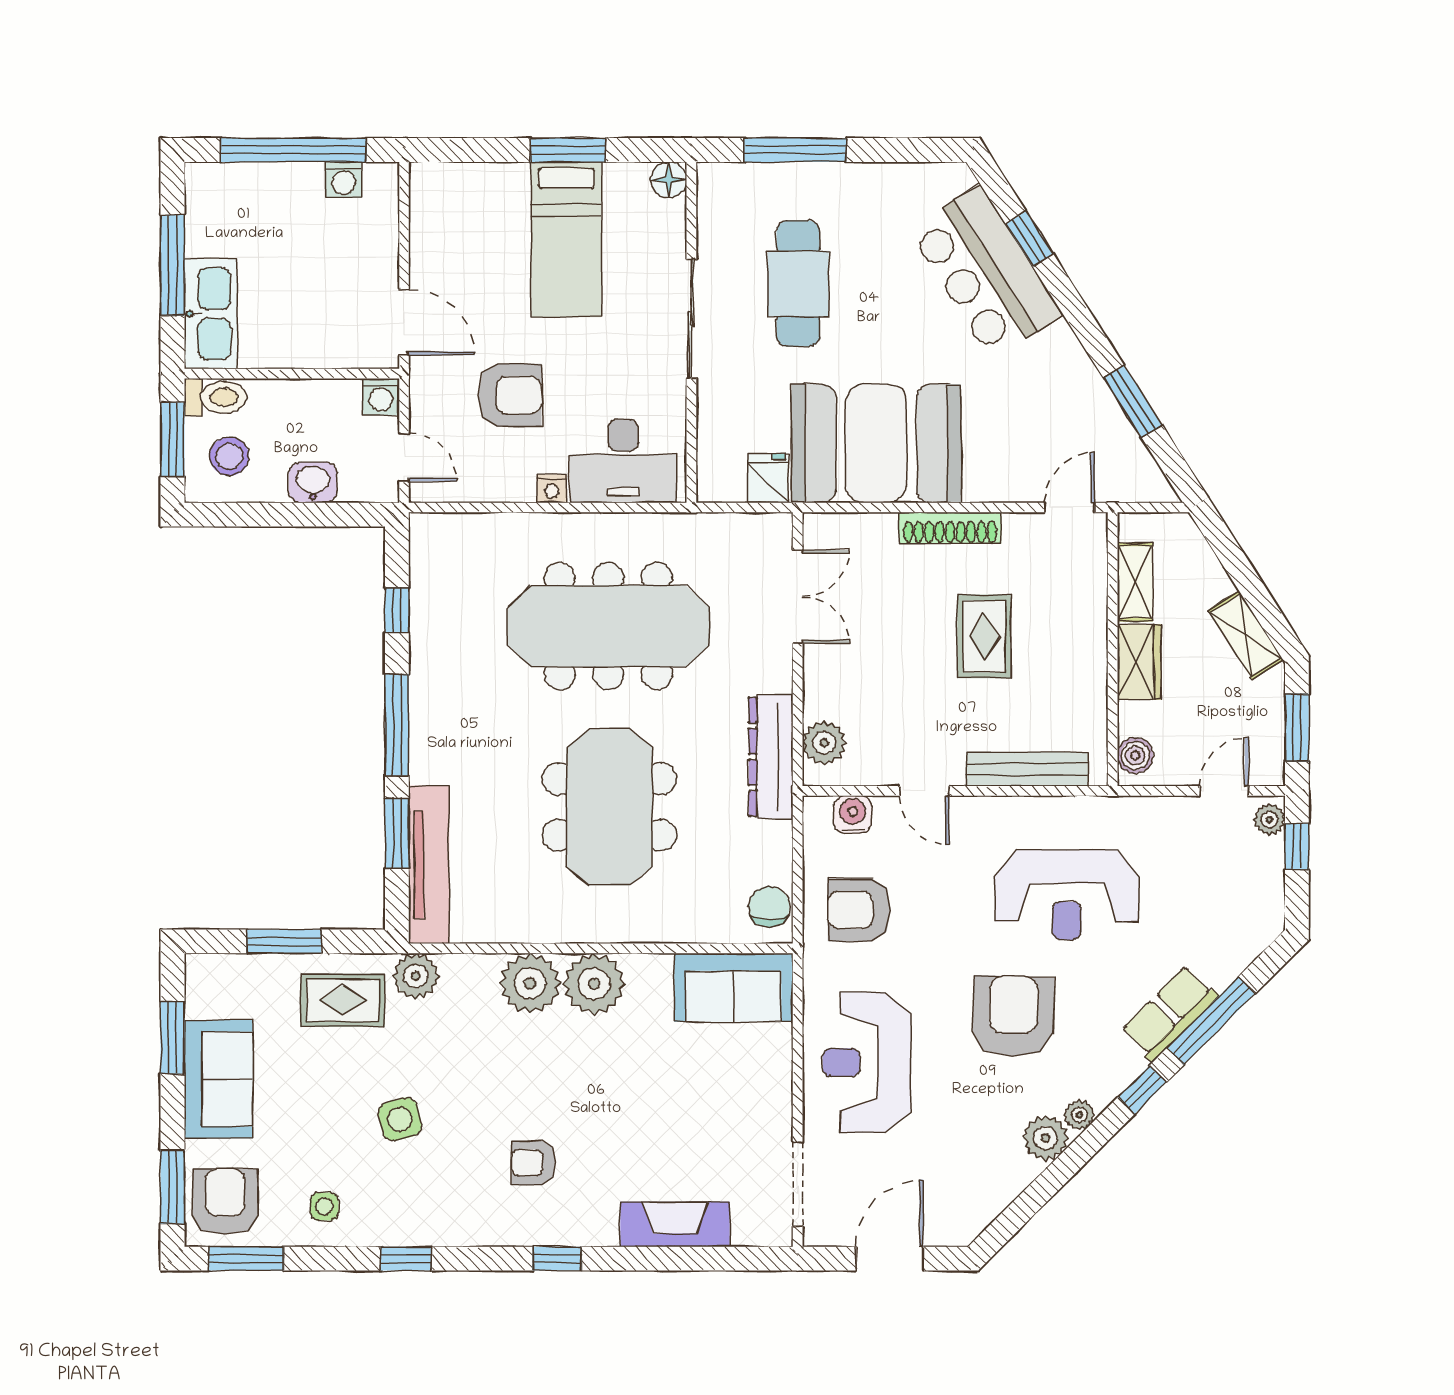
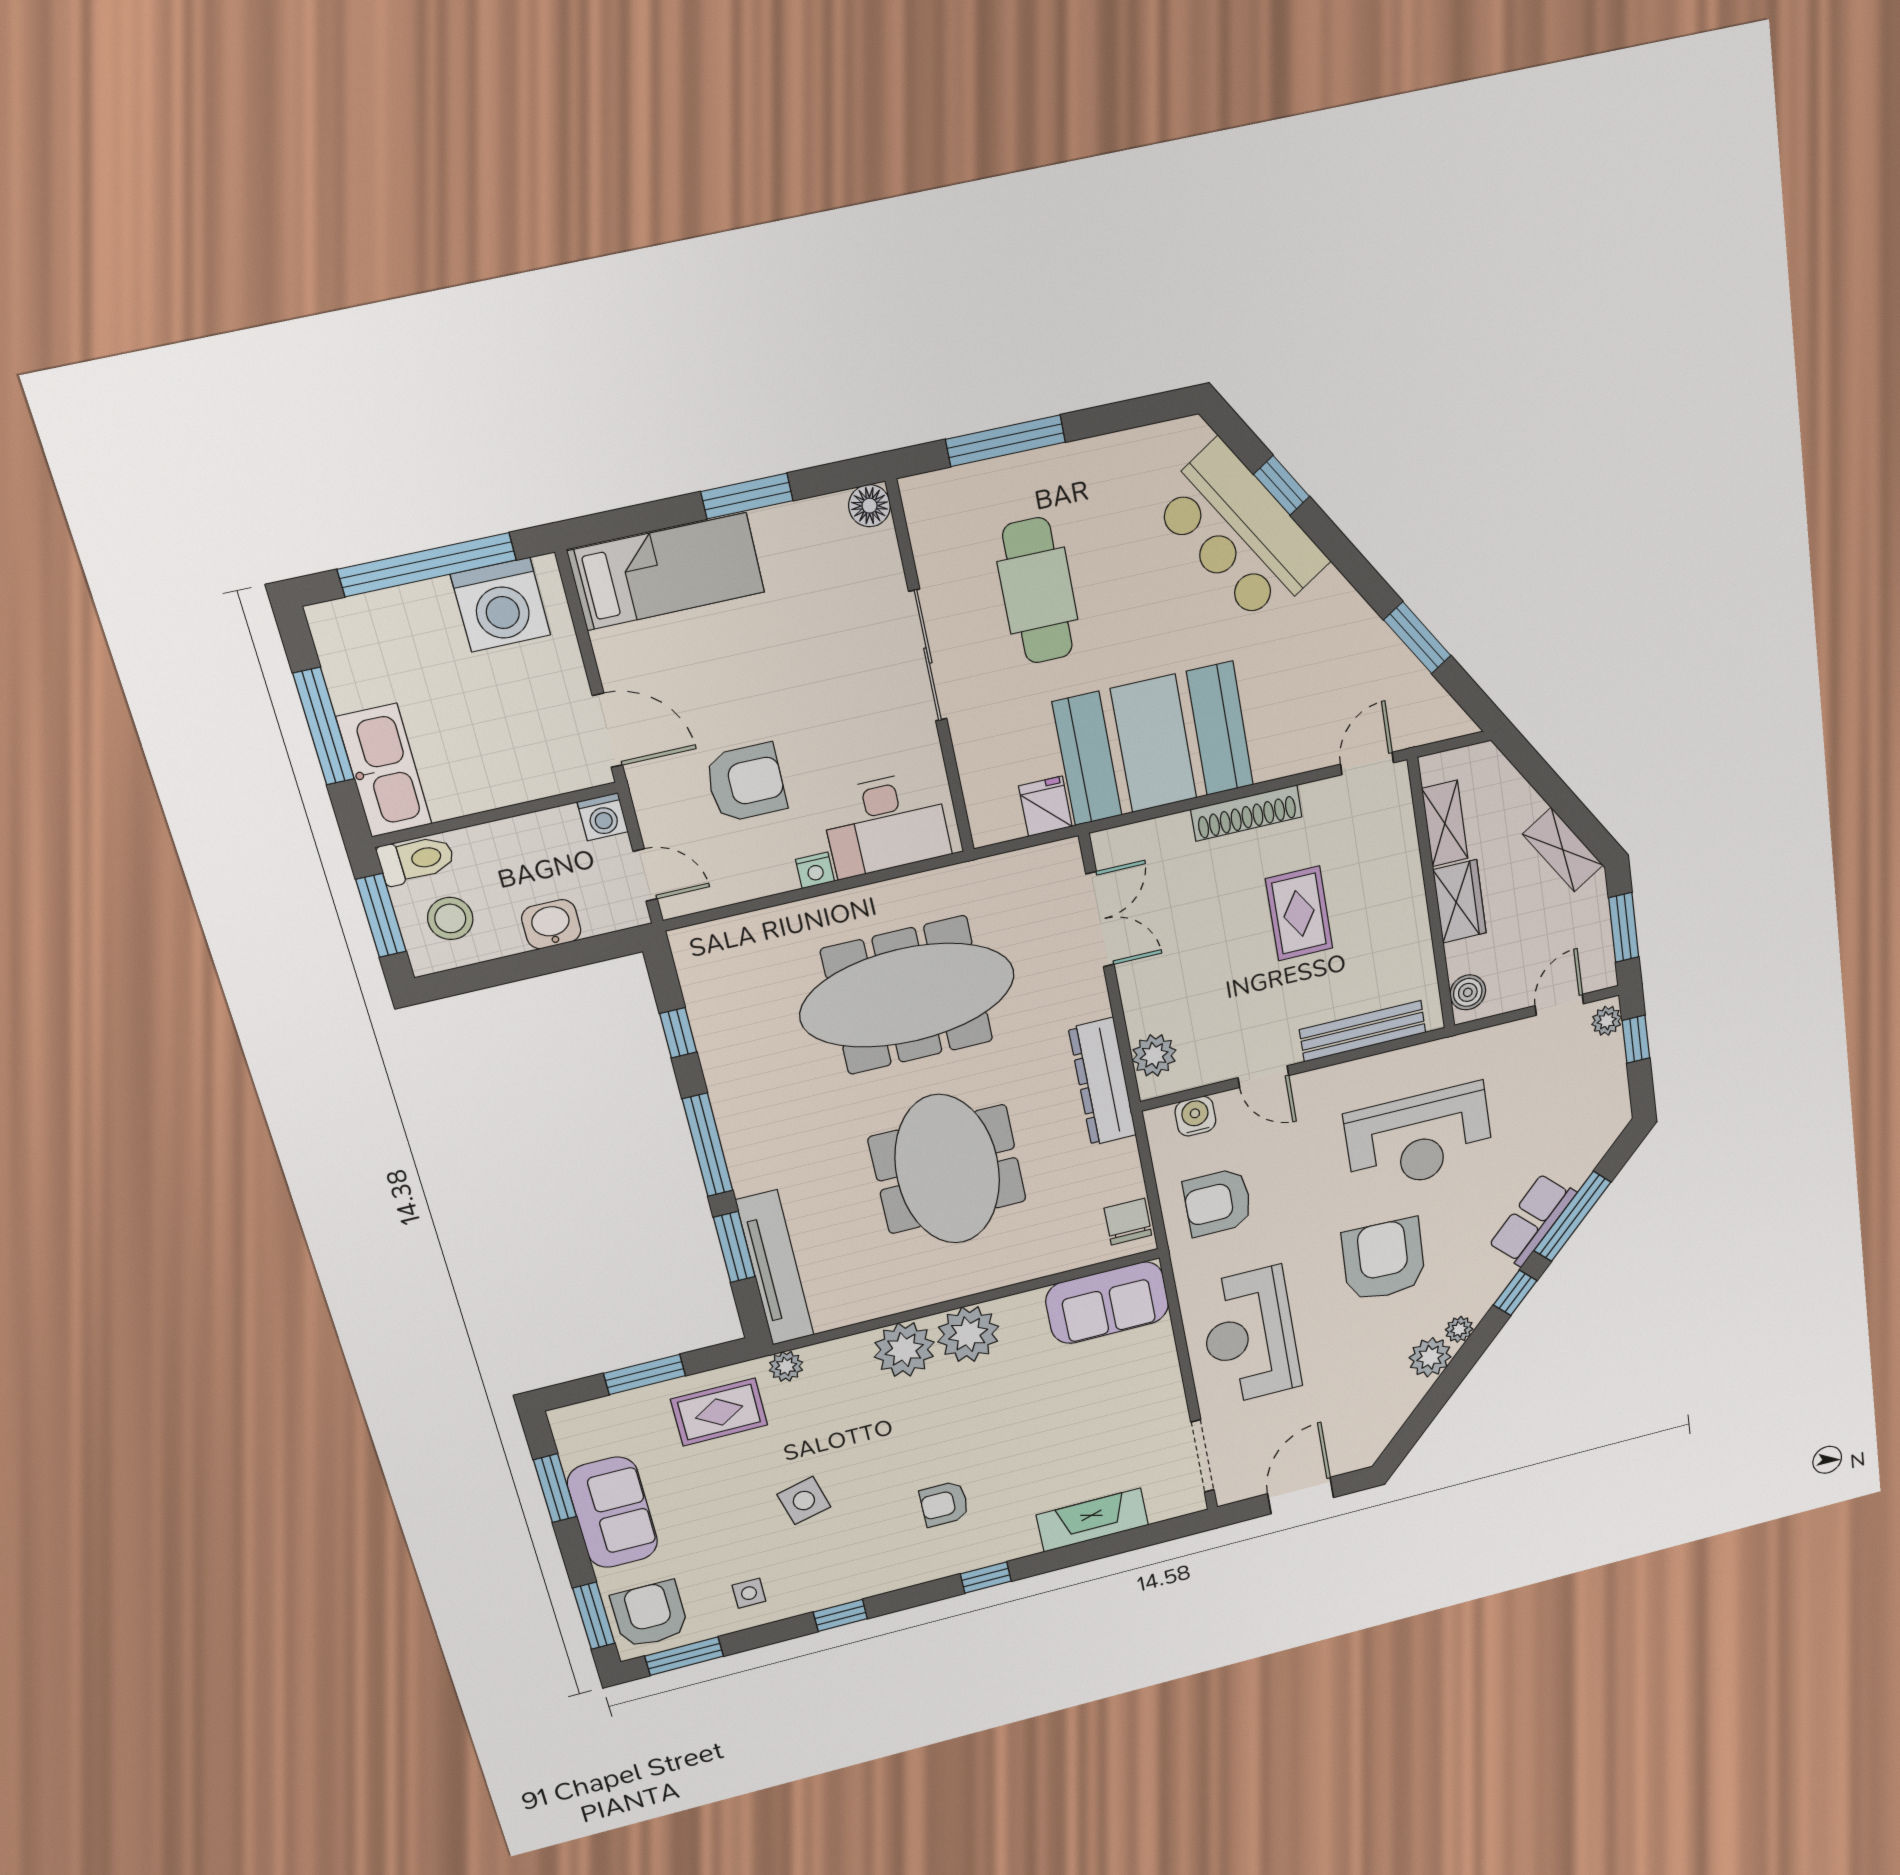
washing machine: (344, 180) -> (501, 605), width x1.89, depth x1.89
bed: (566, 239) -> (666, 572), moved, turned -90
plant: (416, 976) -> (786, 1366), width x0.73, depth x0.73

